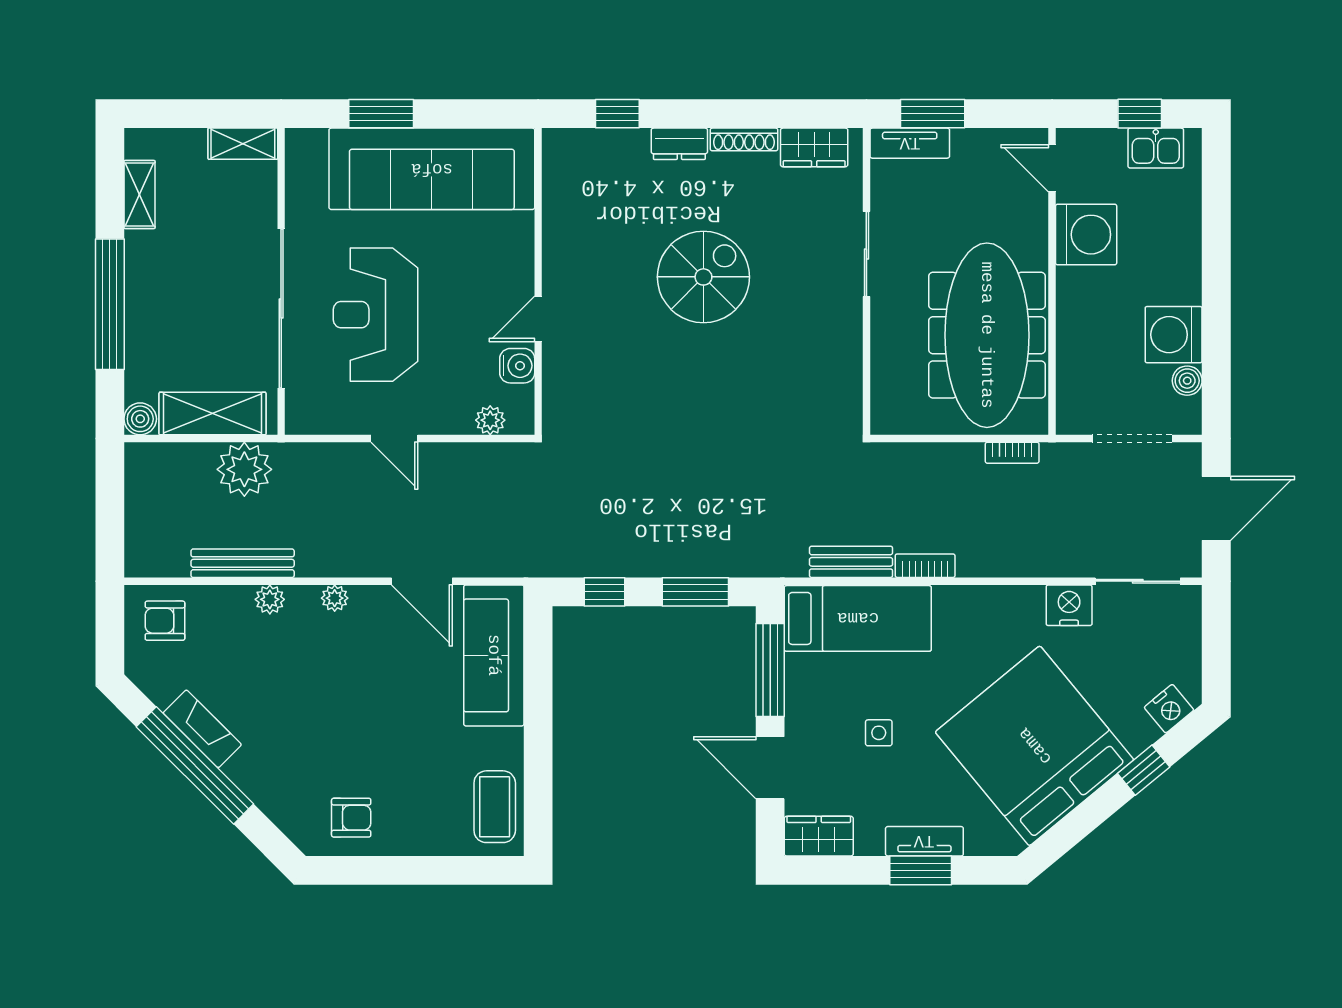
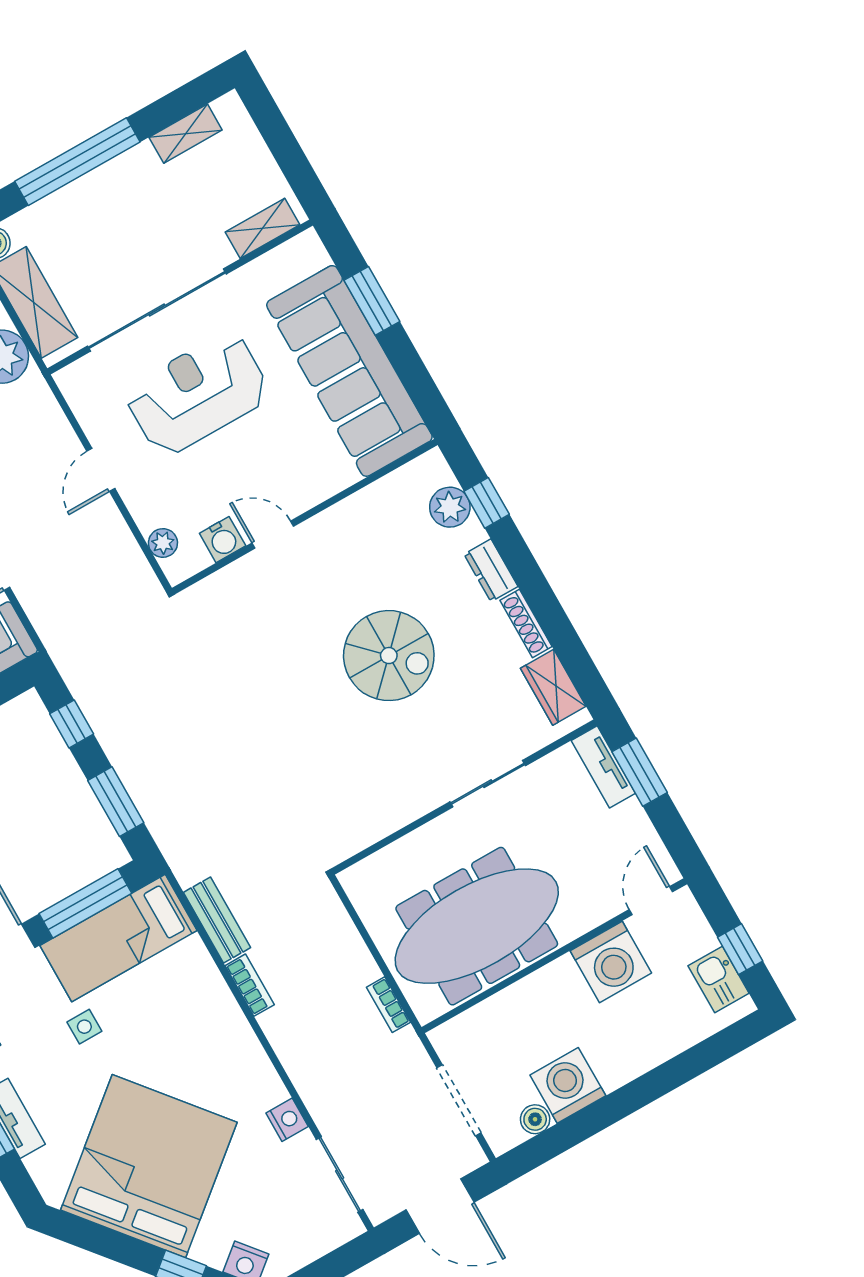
shelving: (243, 144) -> (262, 228), moved, turned 90
plant: (603, 148) -> (450, 507), added
nightstand: (1069, 605) -> (287, 1120), width x0.74, depth x0.75
bed: (858, 618) -> (118, 938), moved, turned 90

